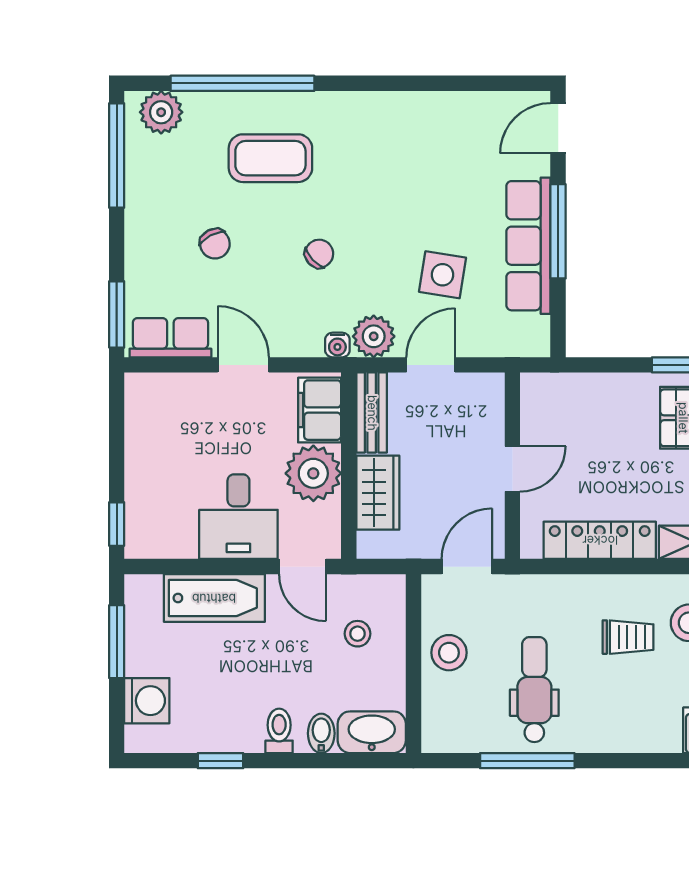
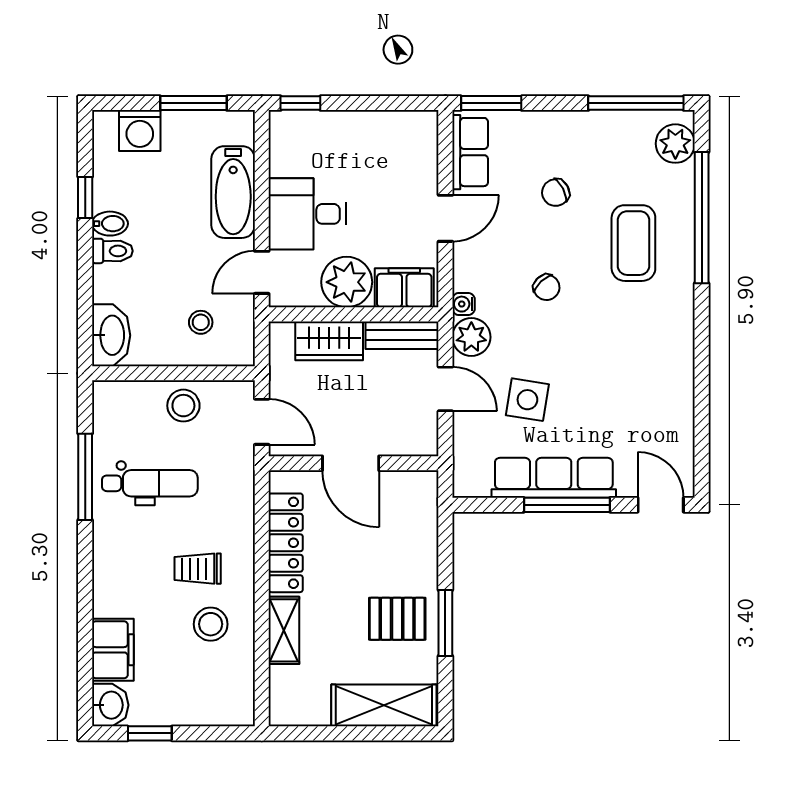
door: (512, 469) -> (351, 463), width x1.38
trolley: (628, 637) -> (198, 569), turned 90
bidet: (321, 733) -> (110, 224), moved

